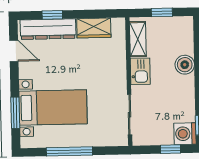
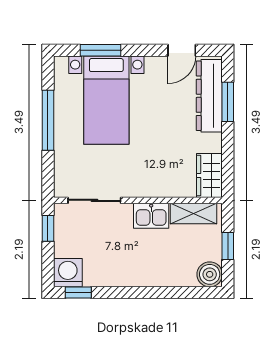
window: (52, 15) -> (228, 102), width x1.50
wardrobe: (94, 28) -> (209, 176), moved
boiler: (185, 65) -> (210, 274), moved
window: (171, 149) -> (48, 228), moved

